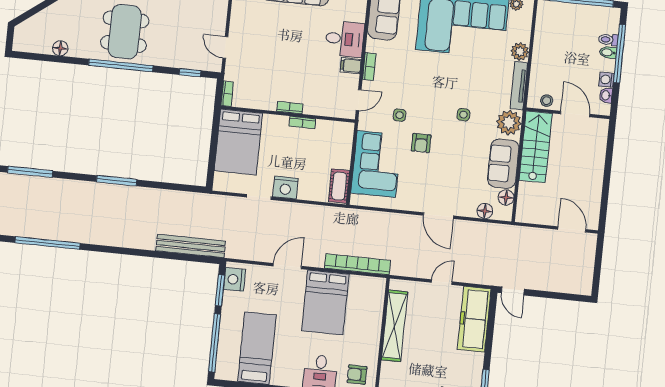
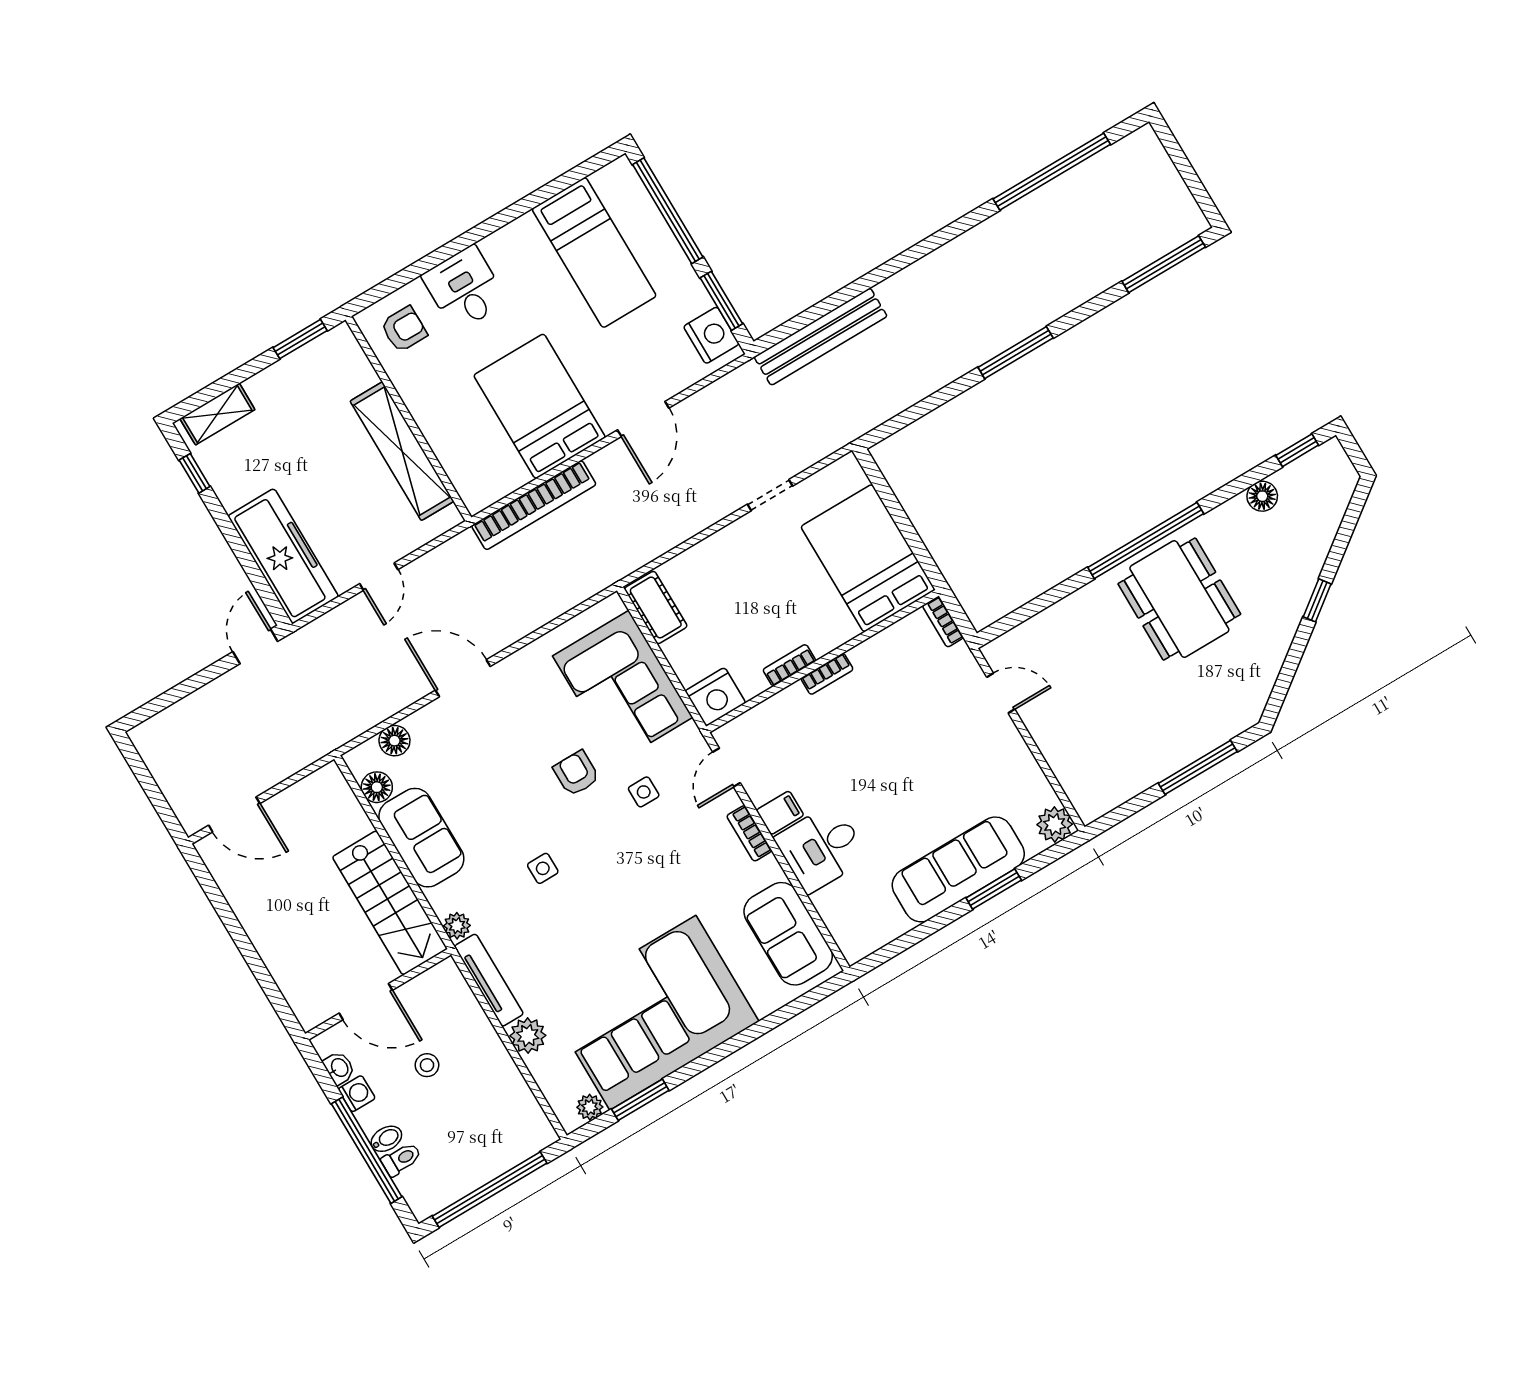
window: (190, 73) -> (1297, 450), moved
stool: (547, 101) -> (427, 1065), moved
plant: (509, 123) -> (457, 926), width x0.53, depth x0.53
nightstand: (285, 188) -> (715, 697), moved, turned 180
door: (513, 291) -> (255, 646), hinge flipped

